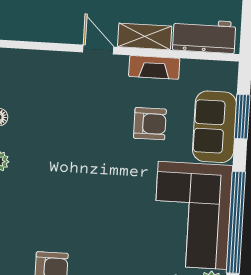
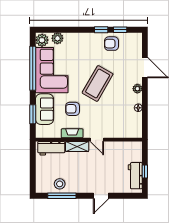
coffee table: (89, 178) -> (98, 83), added

